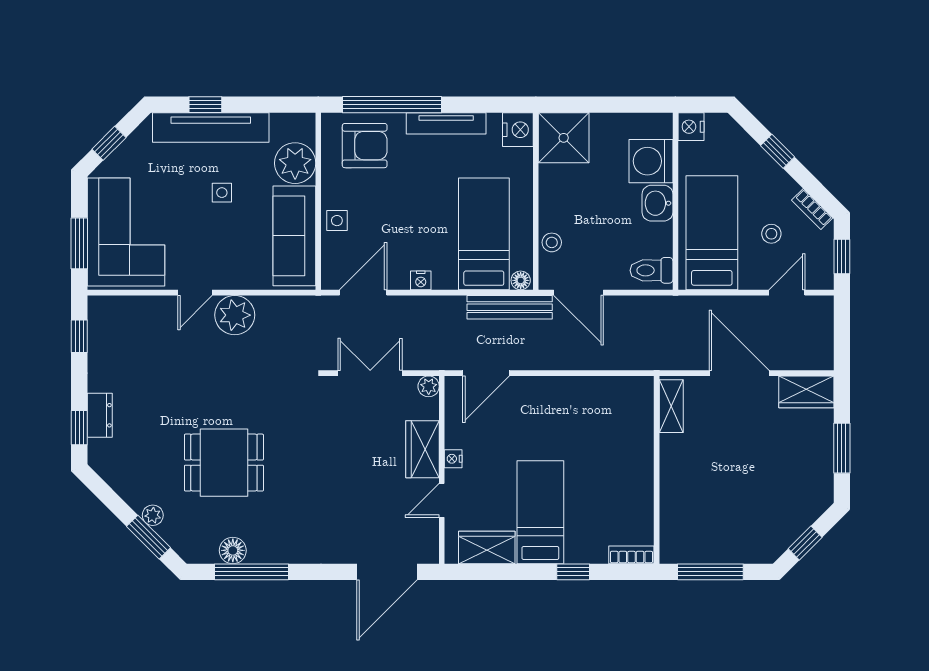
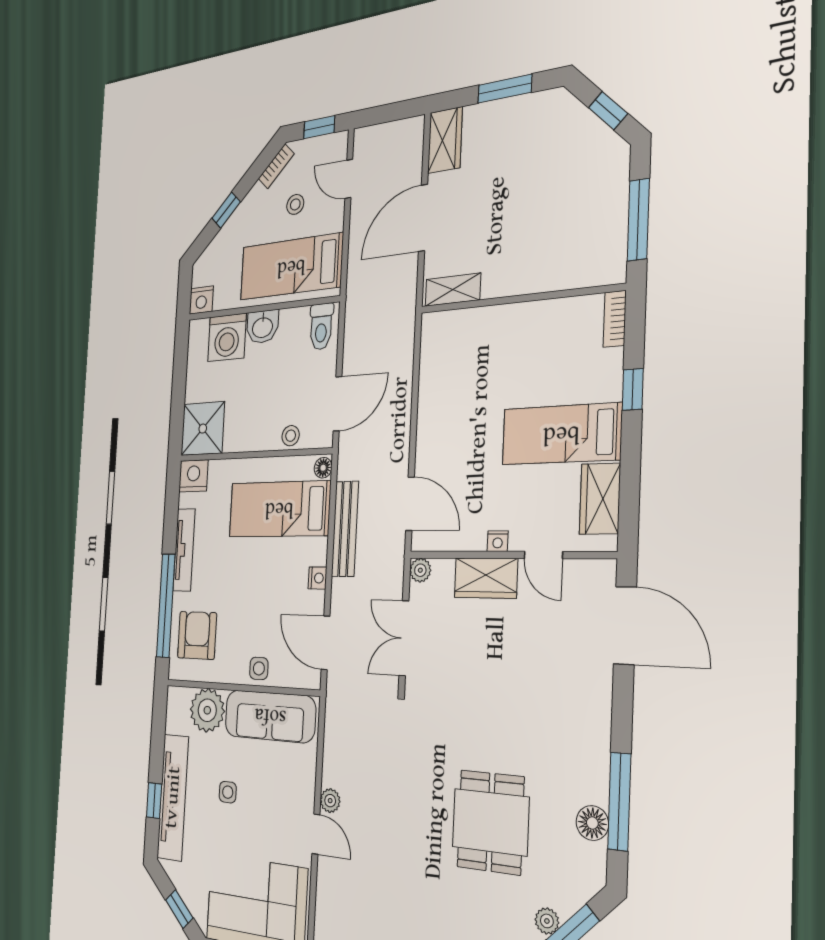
bench: (510, 307) -> (345, 529), moved
plant: (235, 315) -> (330, 801), width x0.53, depth x0.53

